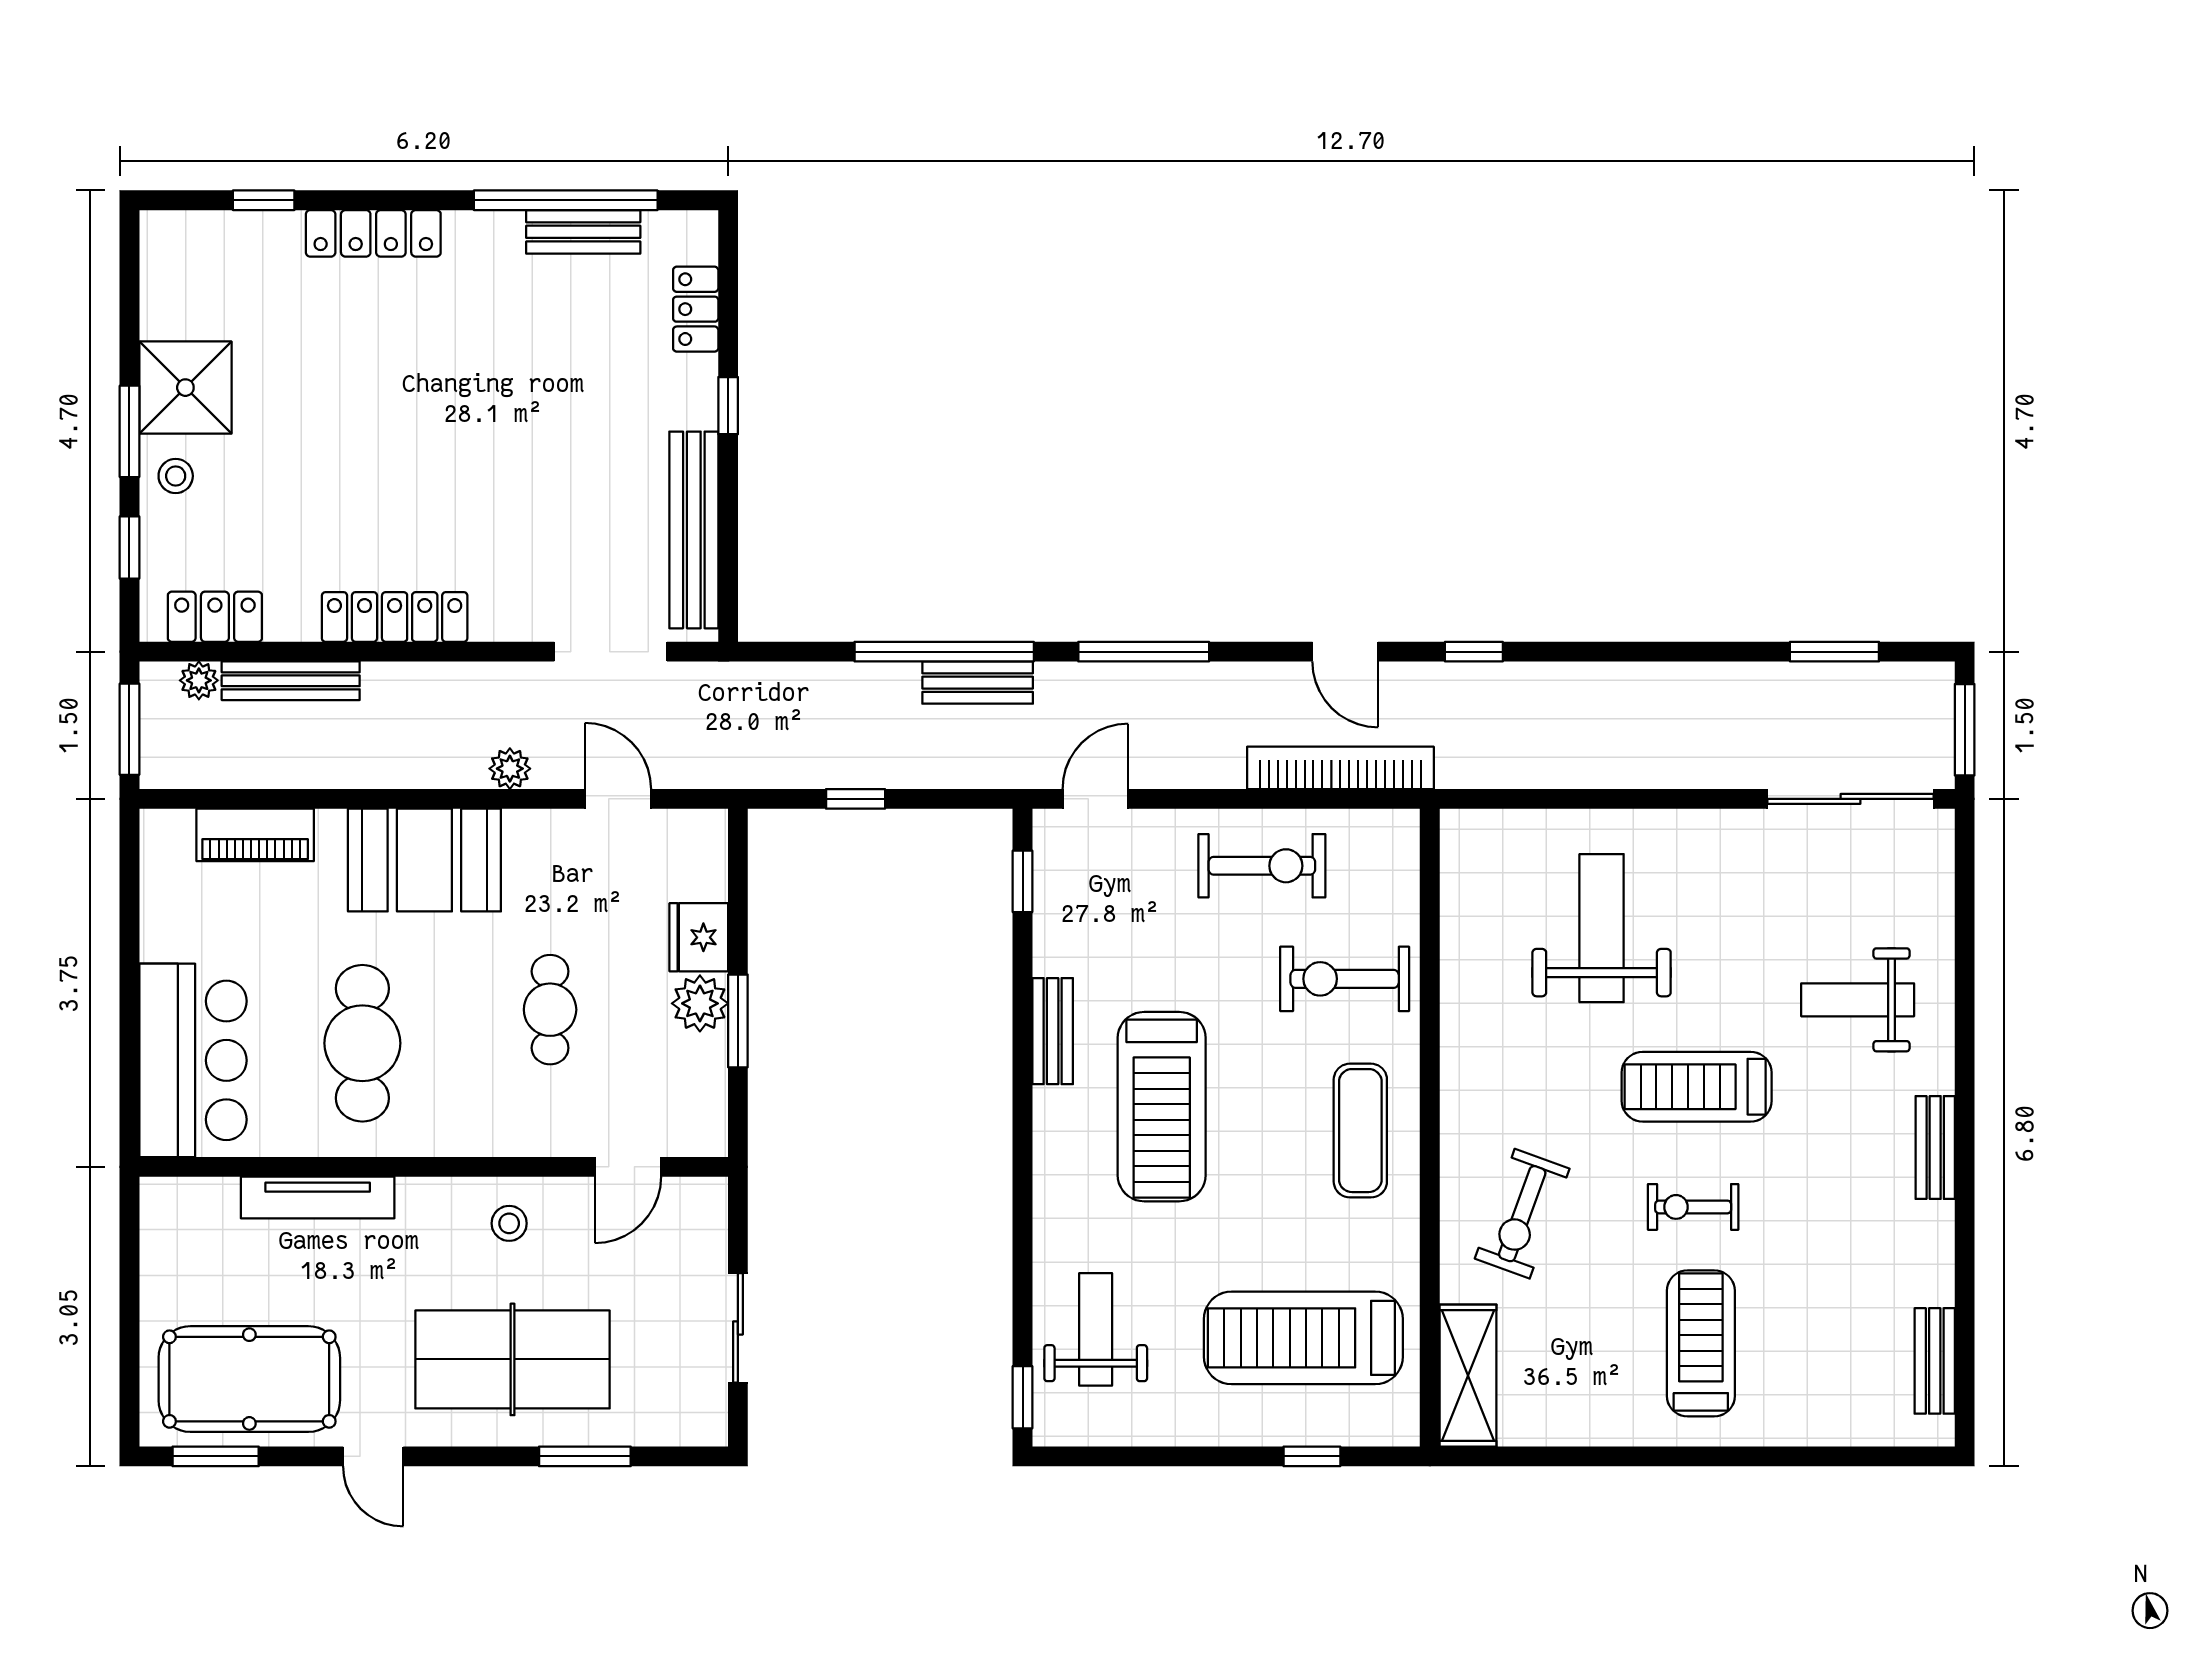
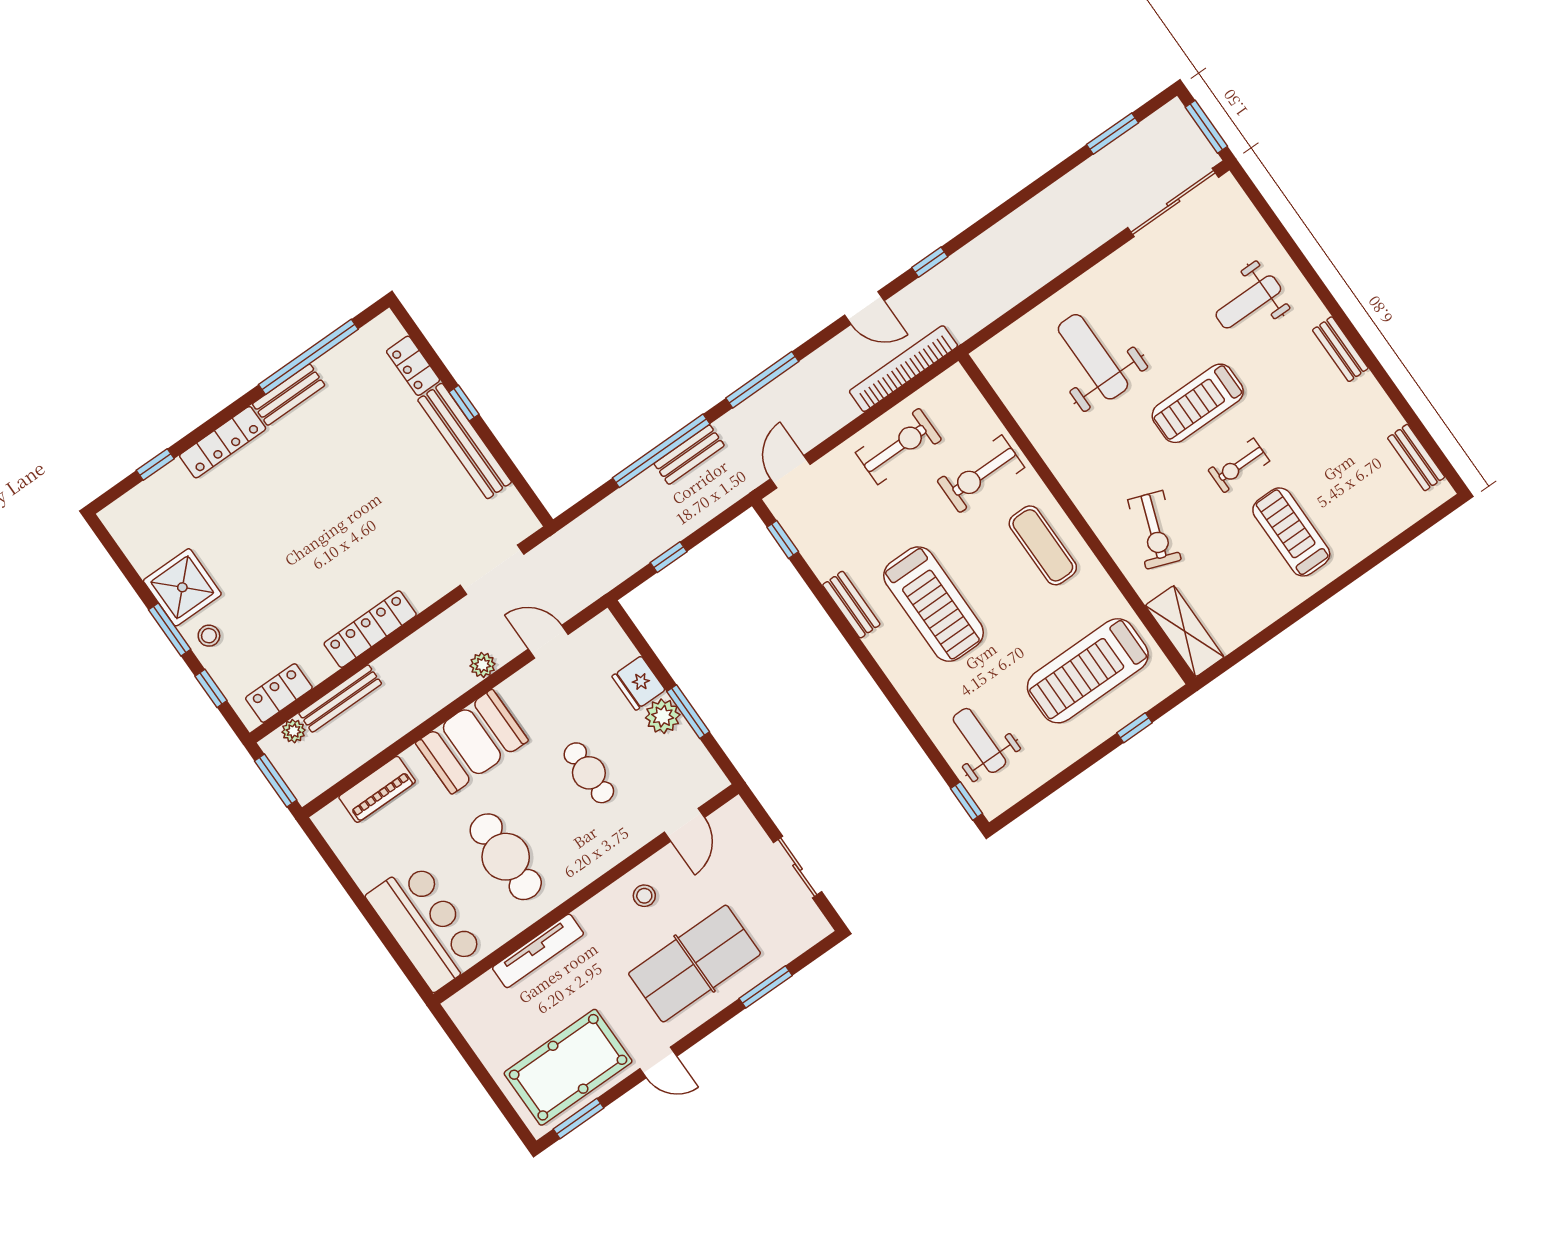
bench: (583, 232) -> (289, 395), moved
bench: (694, 530) -> (465, 441), moved

